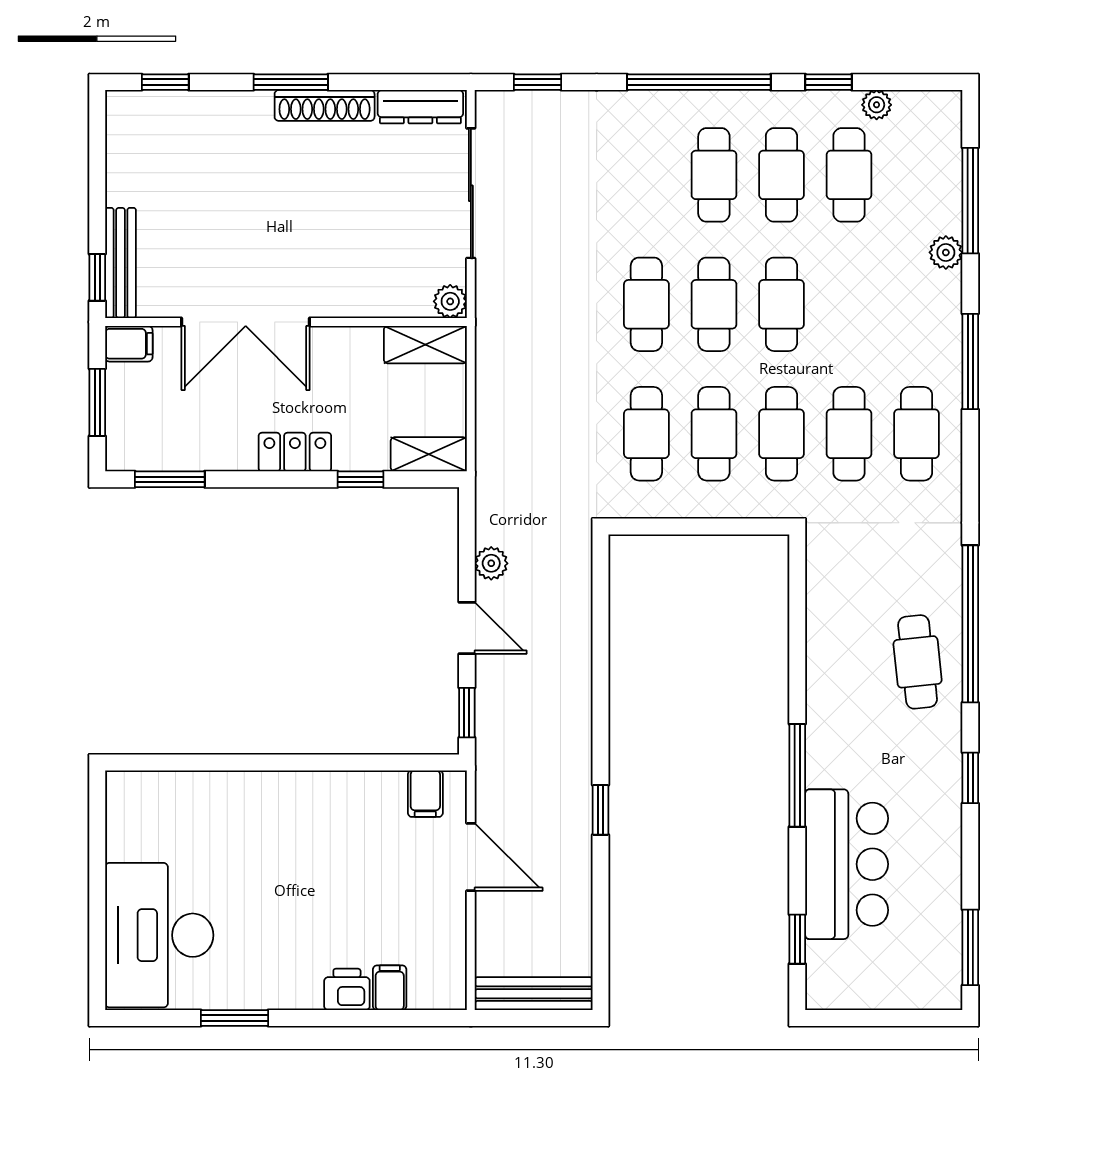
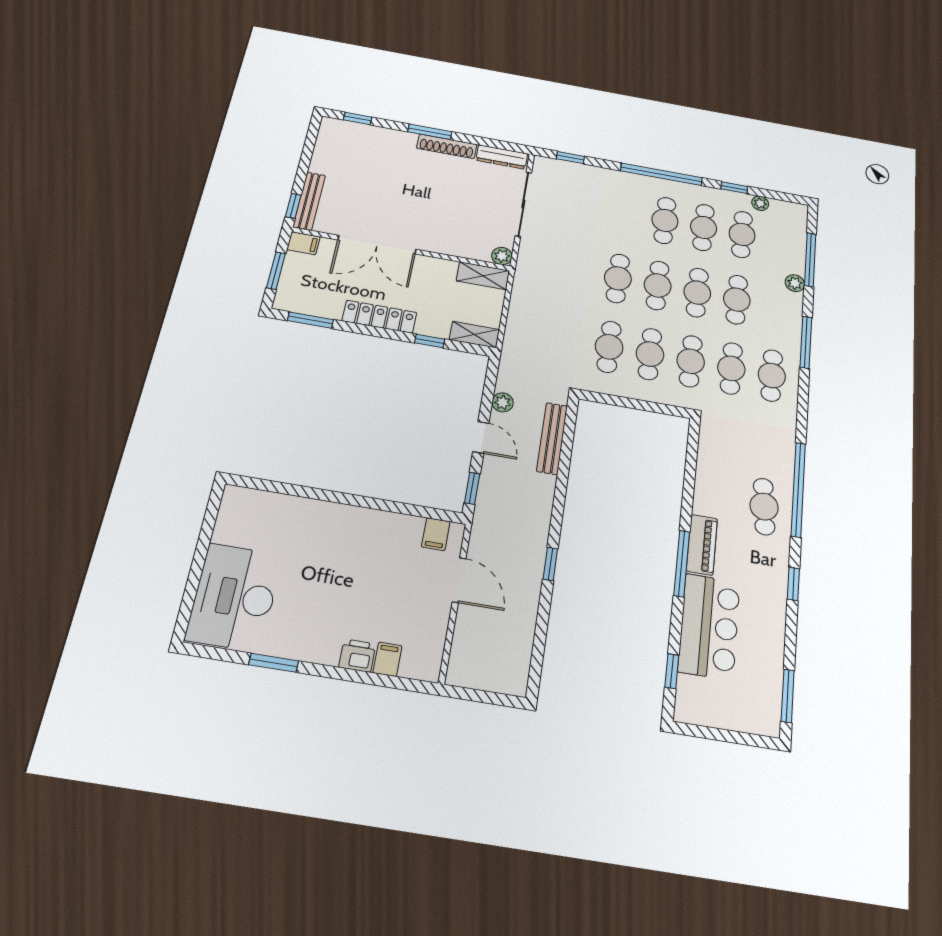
cafe table: (849, 304) -> (737, 300), added
locker: (295, 452) -> (379, 317), width x1.53
piano: (825, 741) -> (702, 545), added
bench: (534, 994) -> (552, 438), moved, turned 90

